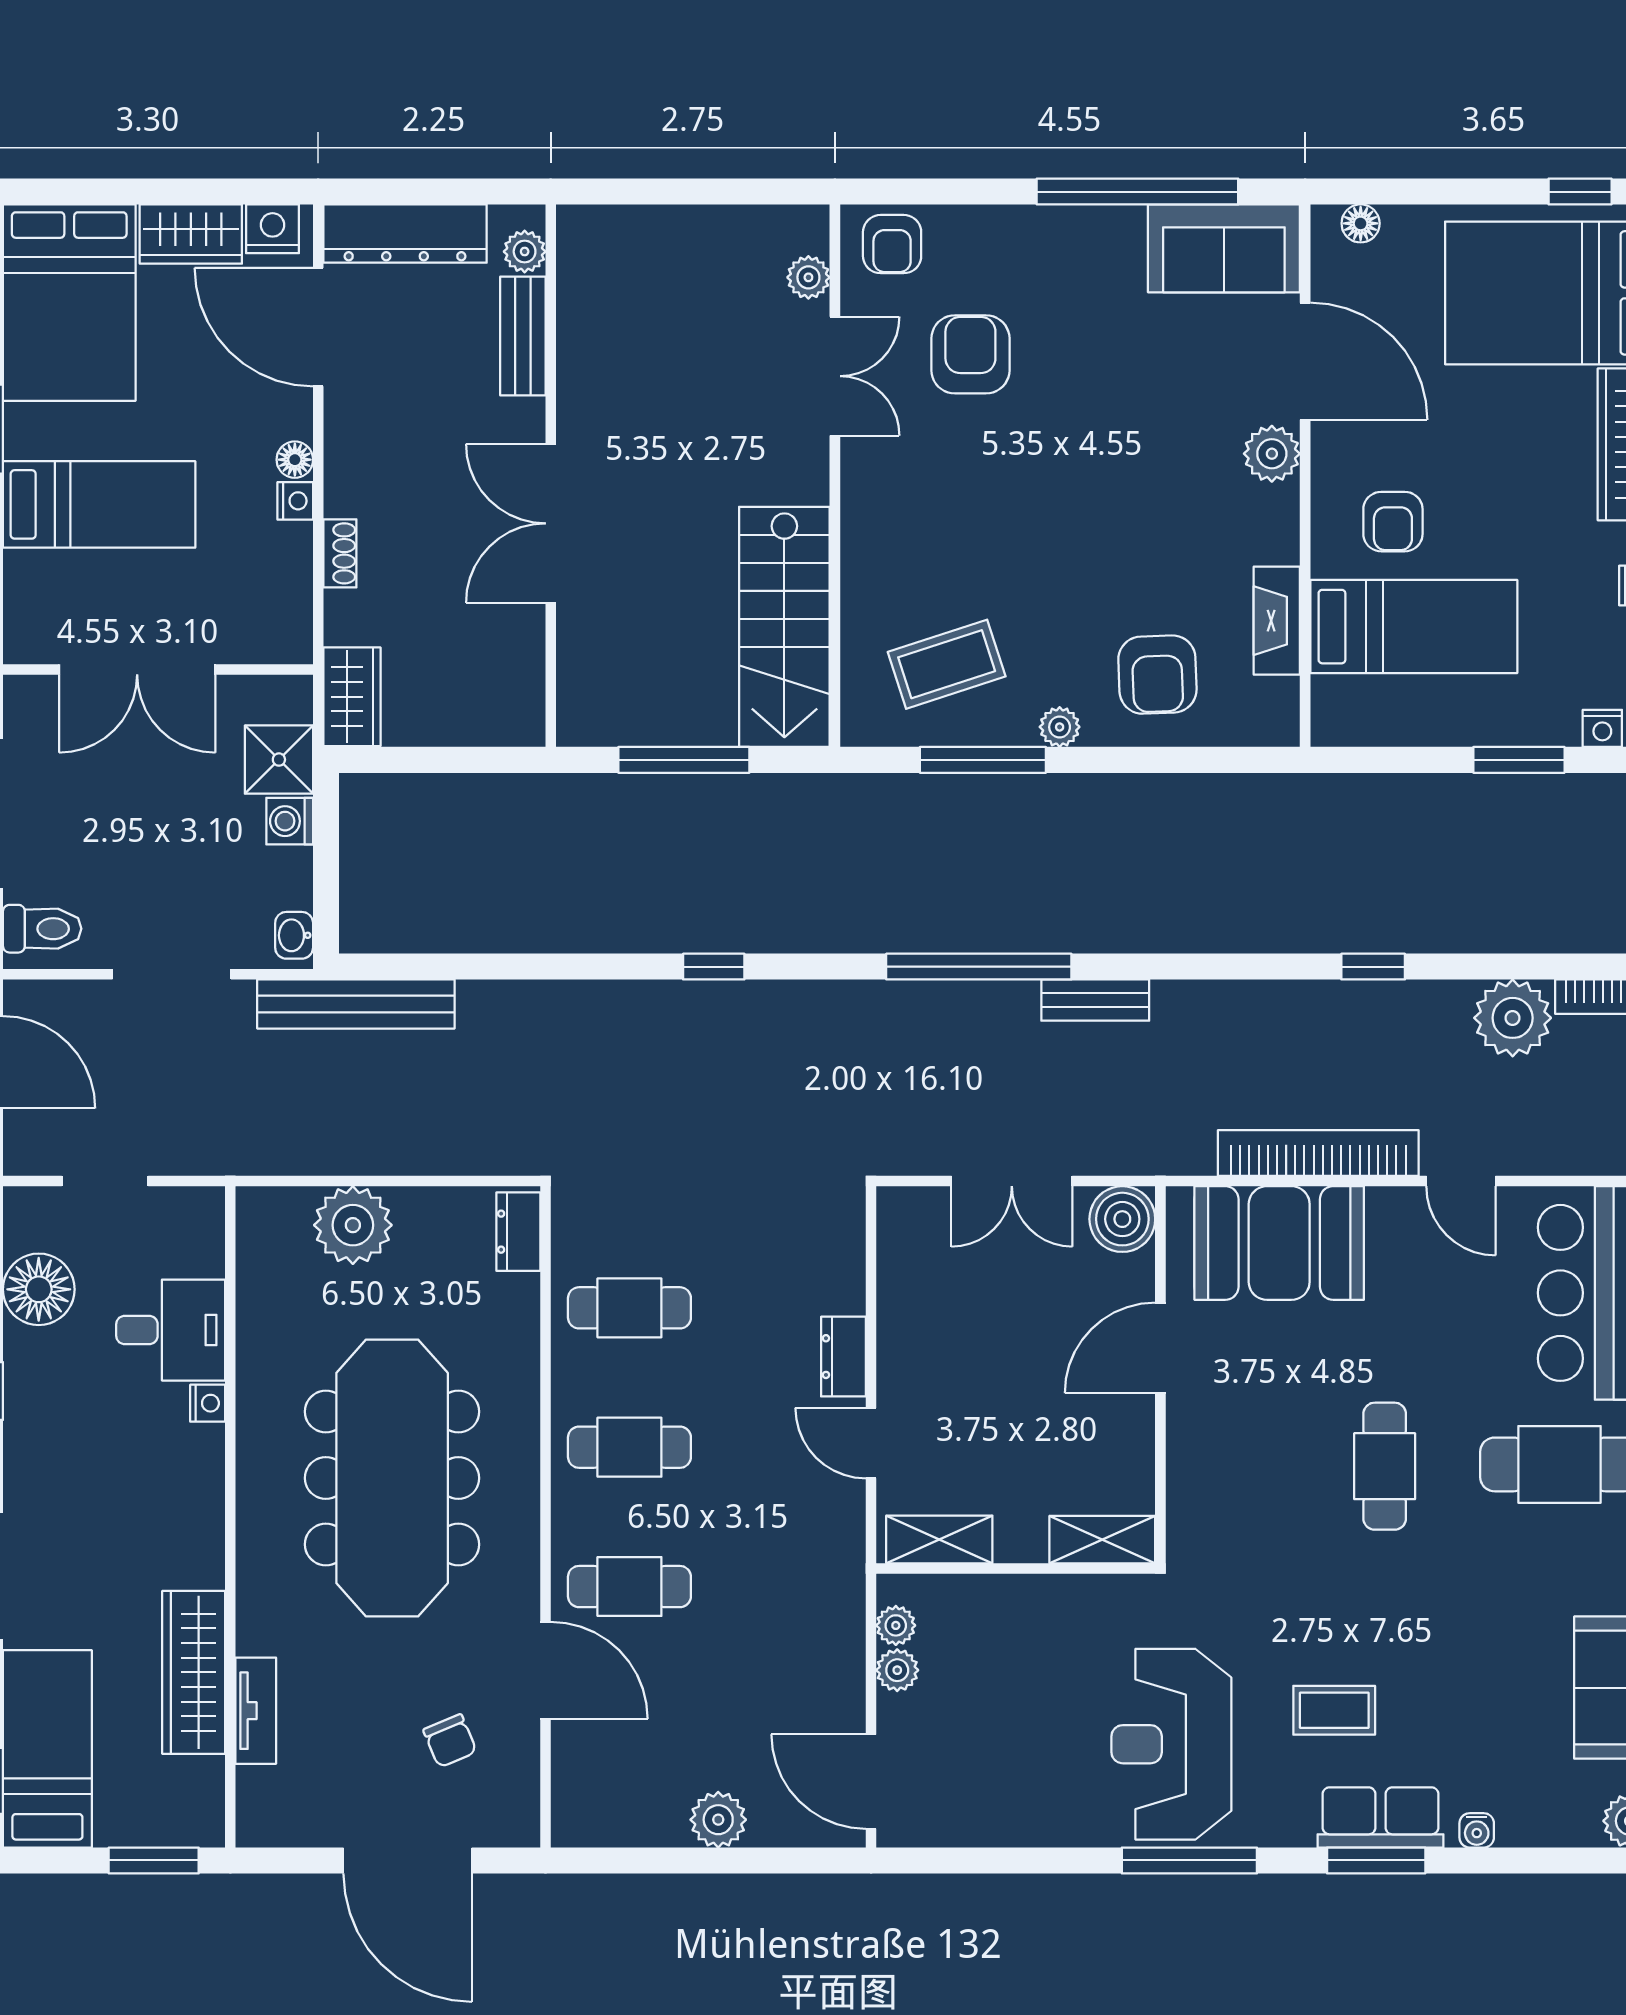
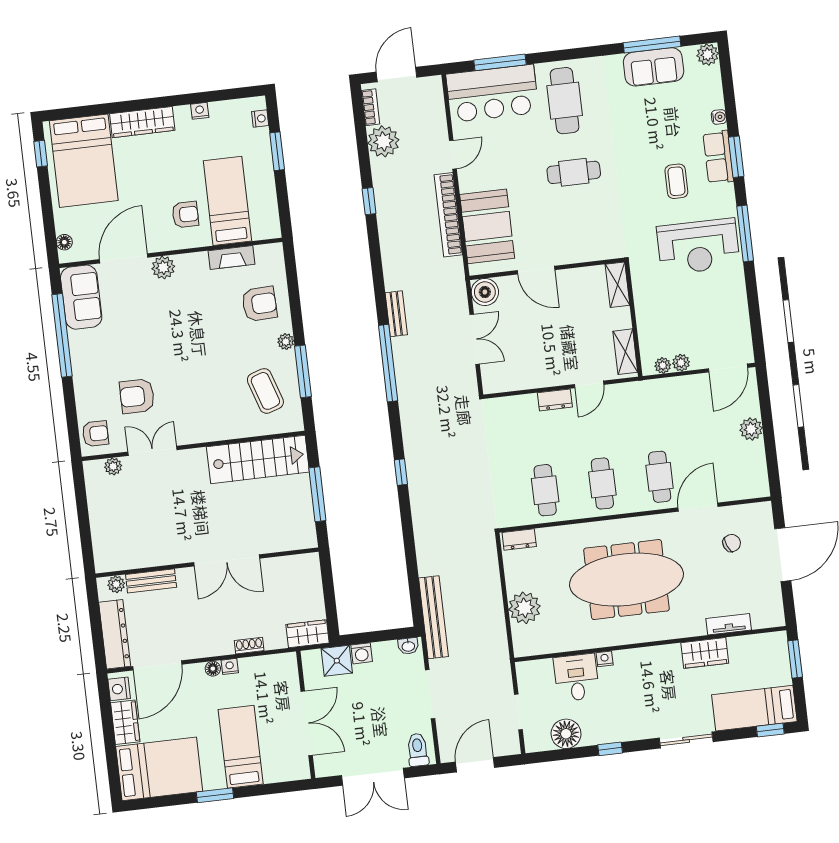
wardrobe: (194, 1672) -> (705, 653), width x0.67

